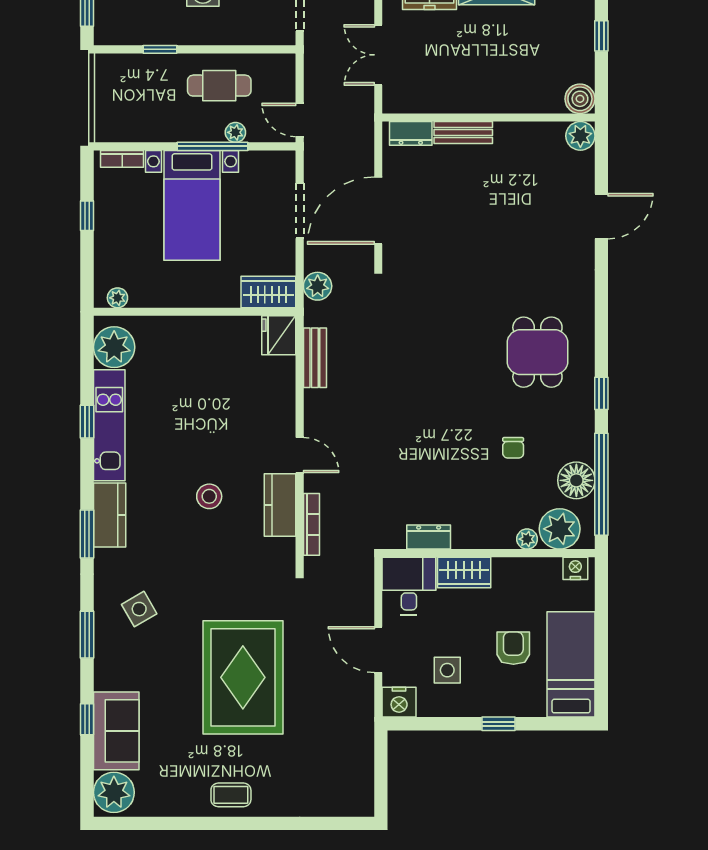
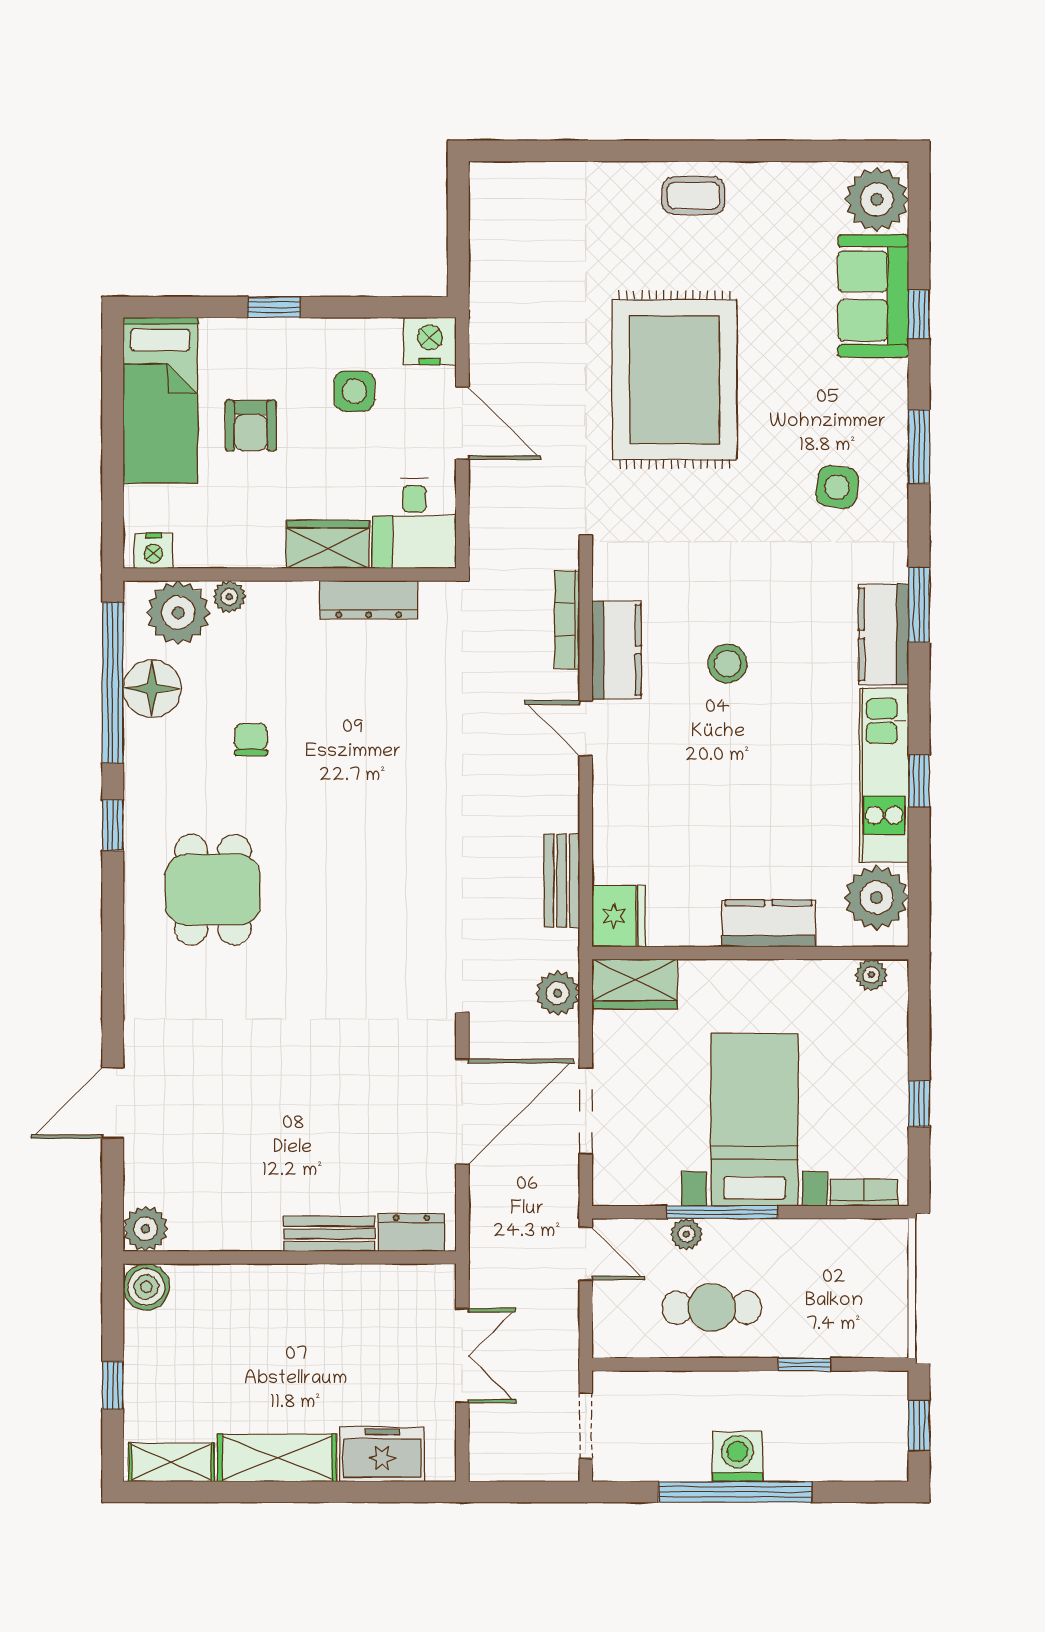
kitchen counter: (183, 331) -> (768, 923), added
dresser: (429, 537) -> (369, 600), width x1.44
side table: (139, 609) -> (837, 487), turned 37

